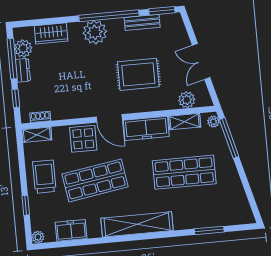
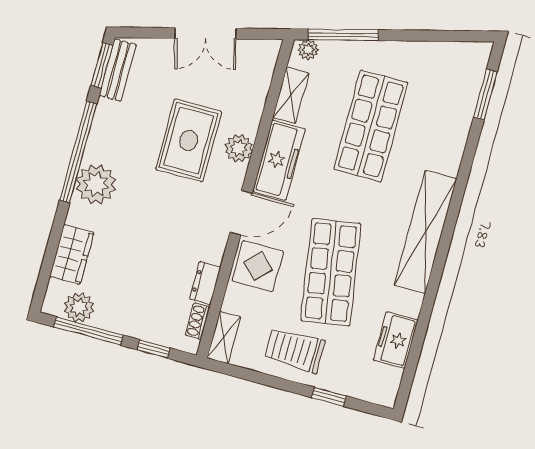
bench: (142, 22) -> (118, 70), moved
dresser: (23, 70) -> (205, 283), moved, turned -90
plant: (187, 100) -> (239, 148), moved
window: (209, 230) -> (485, 94), moved
plant: (38, 237) -> (386, 396), removed

